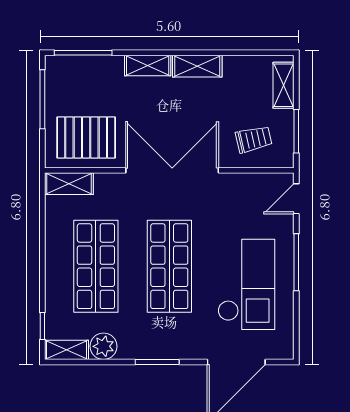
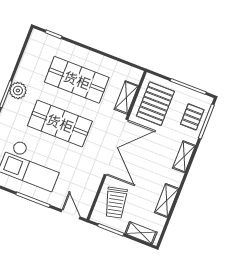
shelving: (197, 66) -> (167, 200), moved
pallet: (85, 76) -> (192, 117), added
trolley: (254, 139) -> (116, 203), width x1.36, depth x1.39
shelving: (69, 184) -> (126, 97), moved
plant: (104, 346) -> (18, 91), moved
shelving: (67, 350) -> (34, 43), removed

